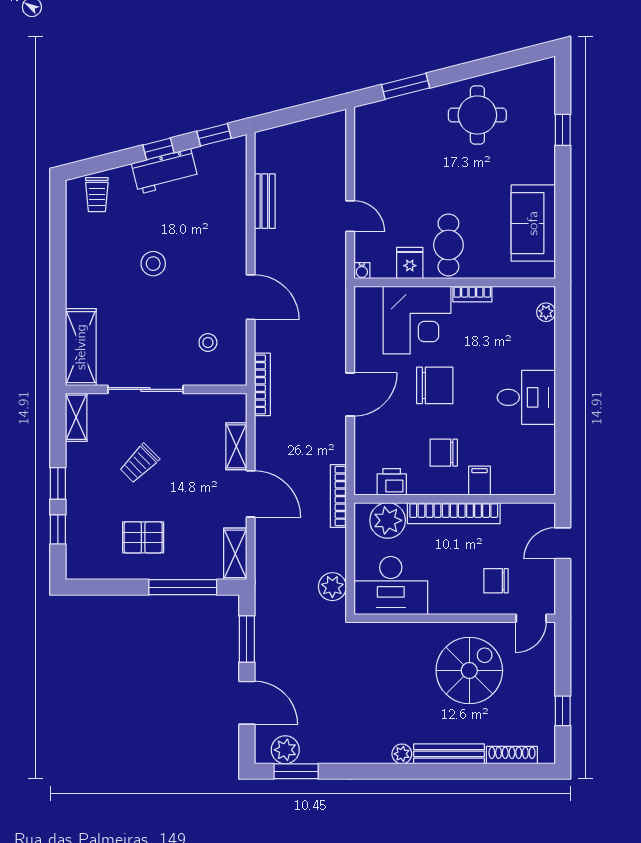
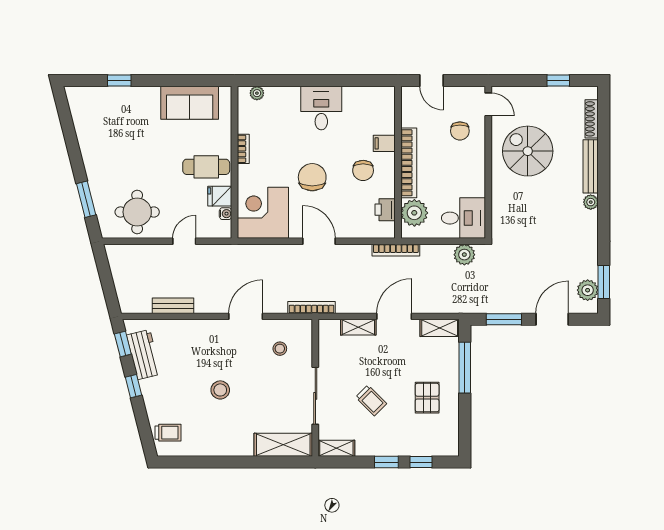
round table: (477, 115) -> (137, 212), moved
workbench: (165, 171) -> (144, 355), moved
water cooler: (362, 271) -> (226, 214), moved
corner desk: (417, 320) -> (263, 213), moved, turned -90
desk: (391, 585) -> (463, 218), width x0.73

